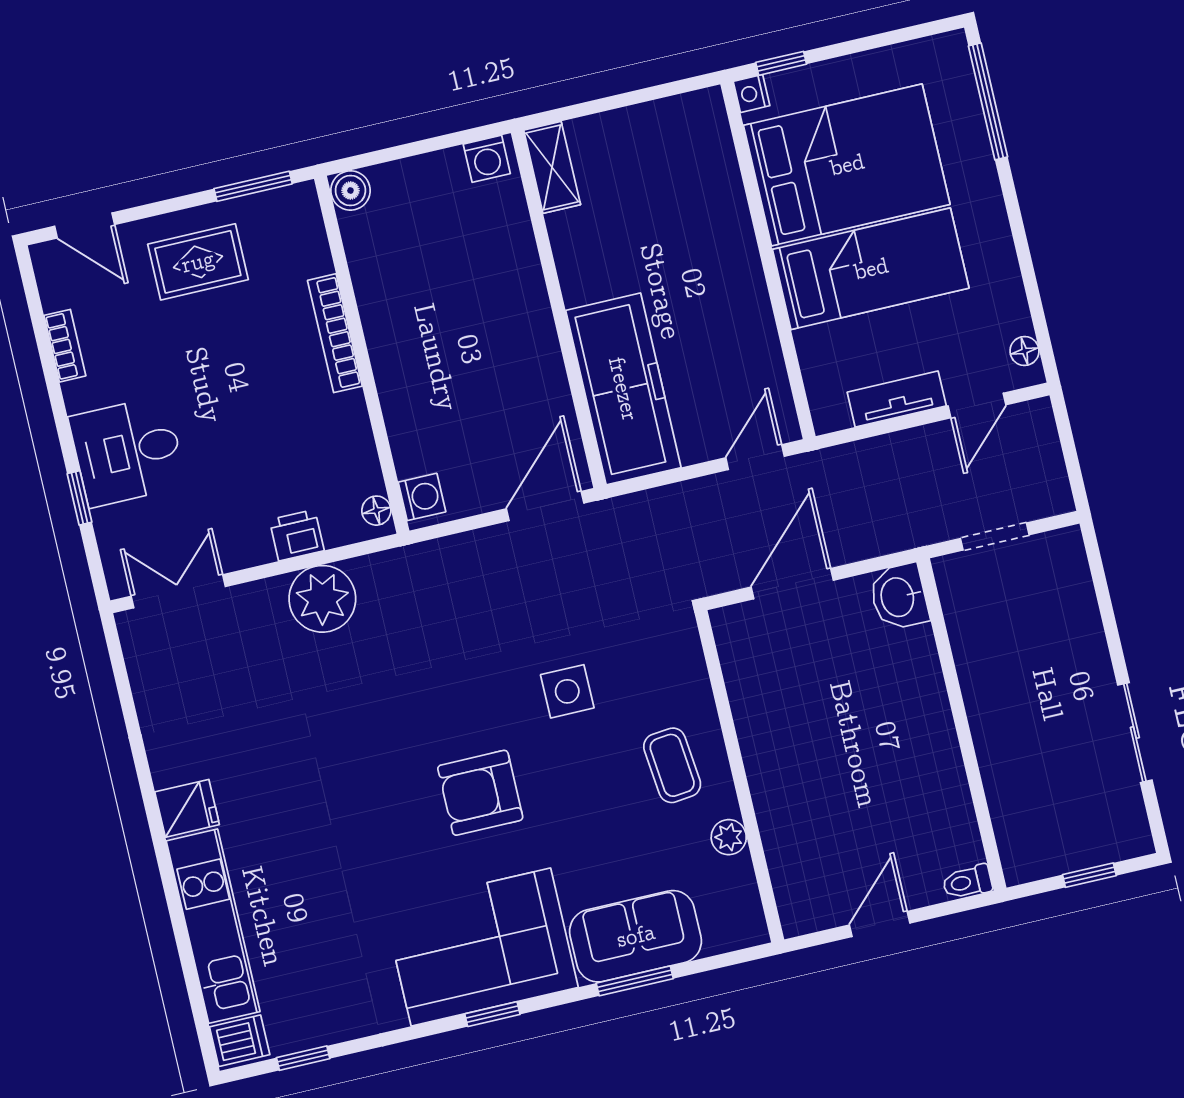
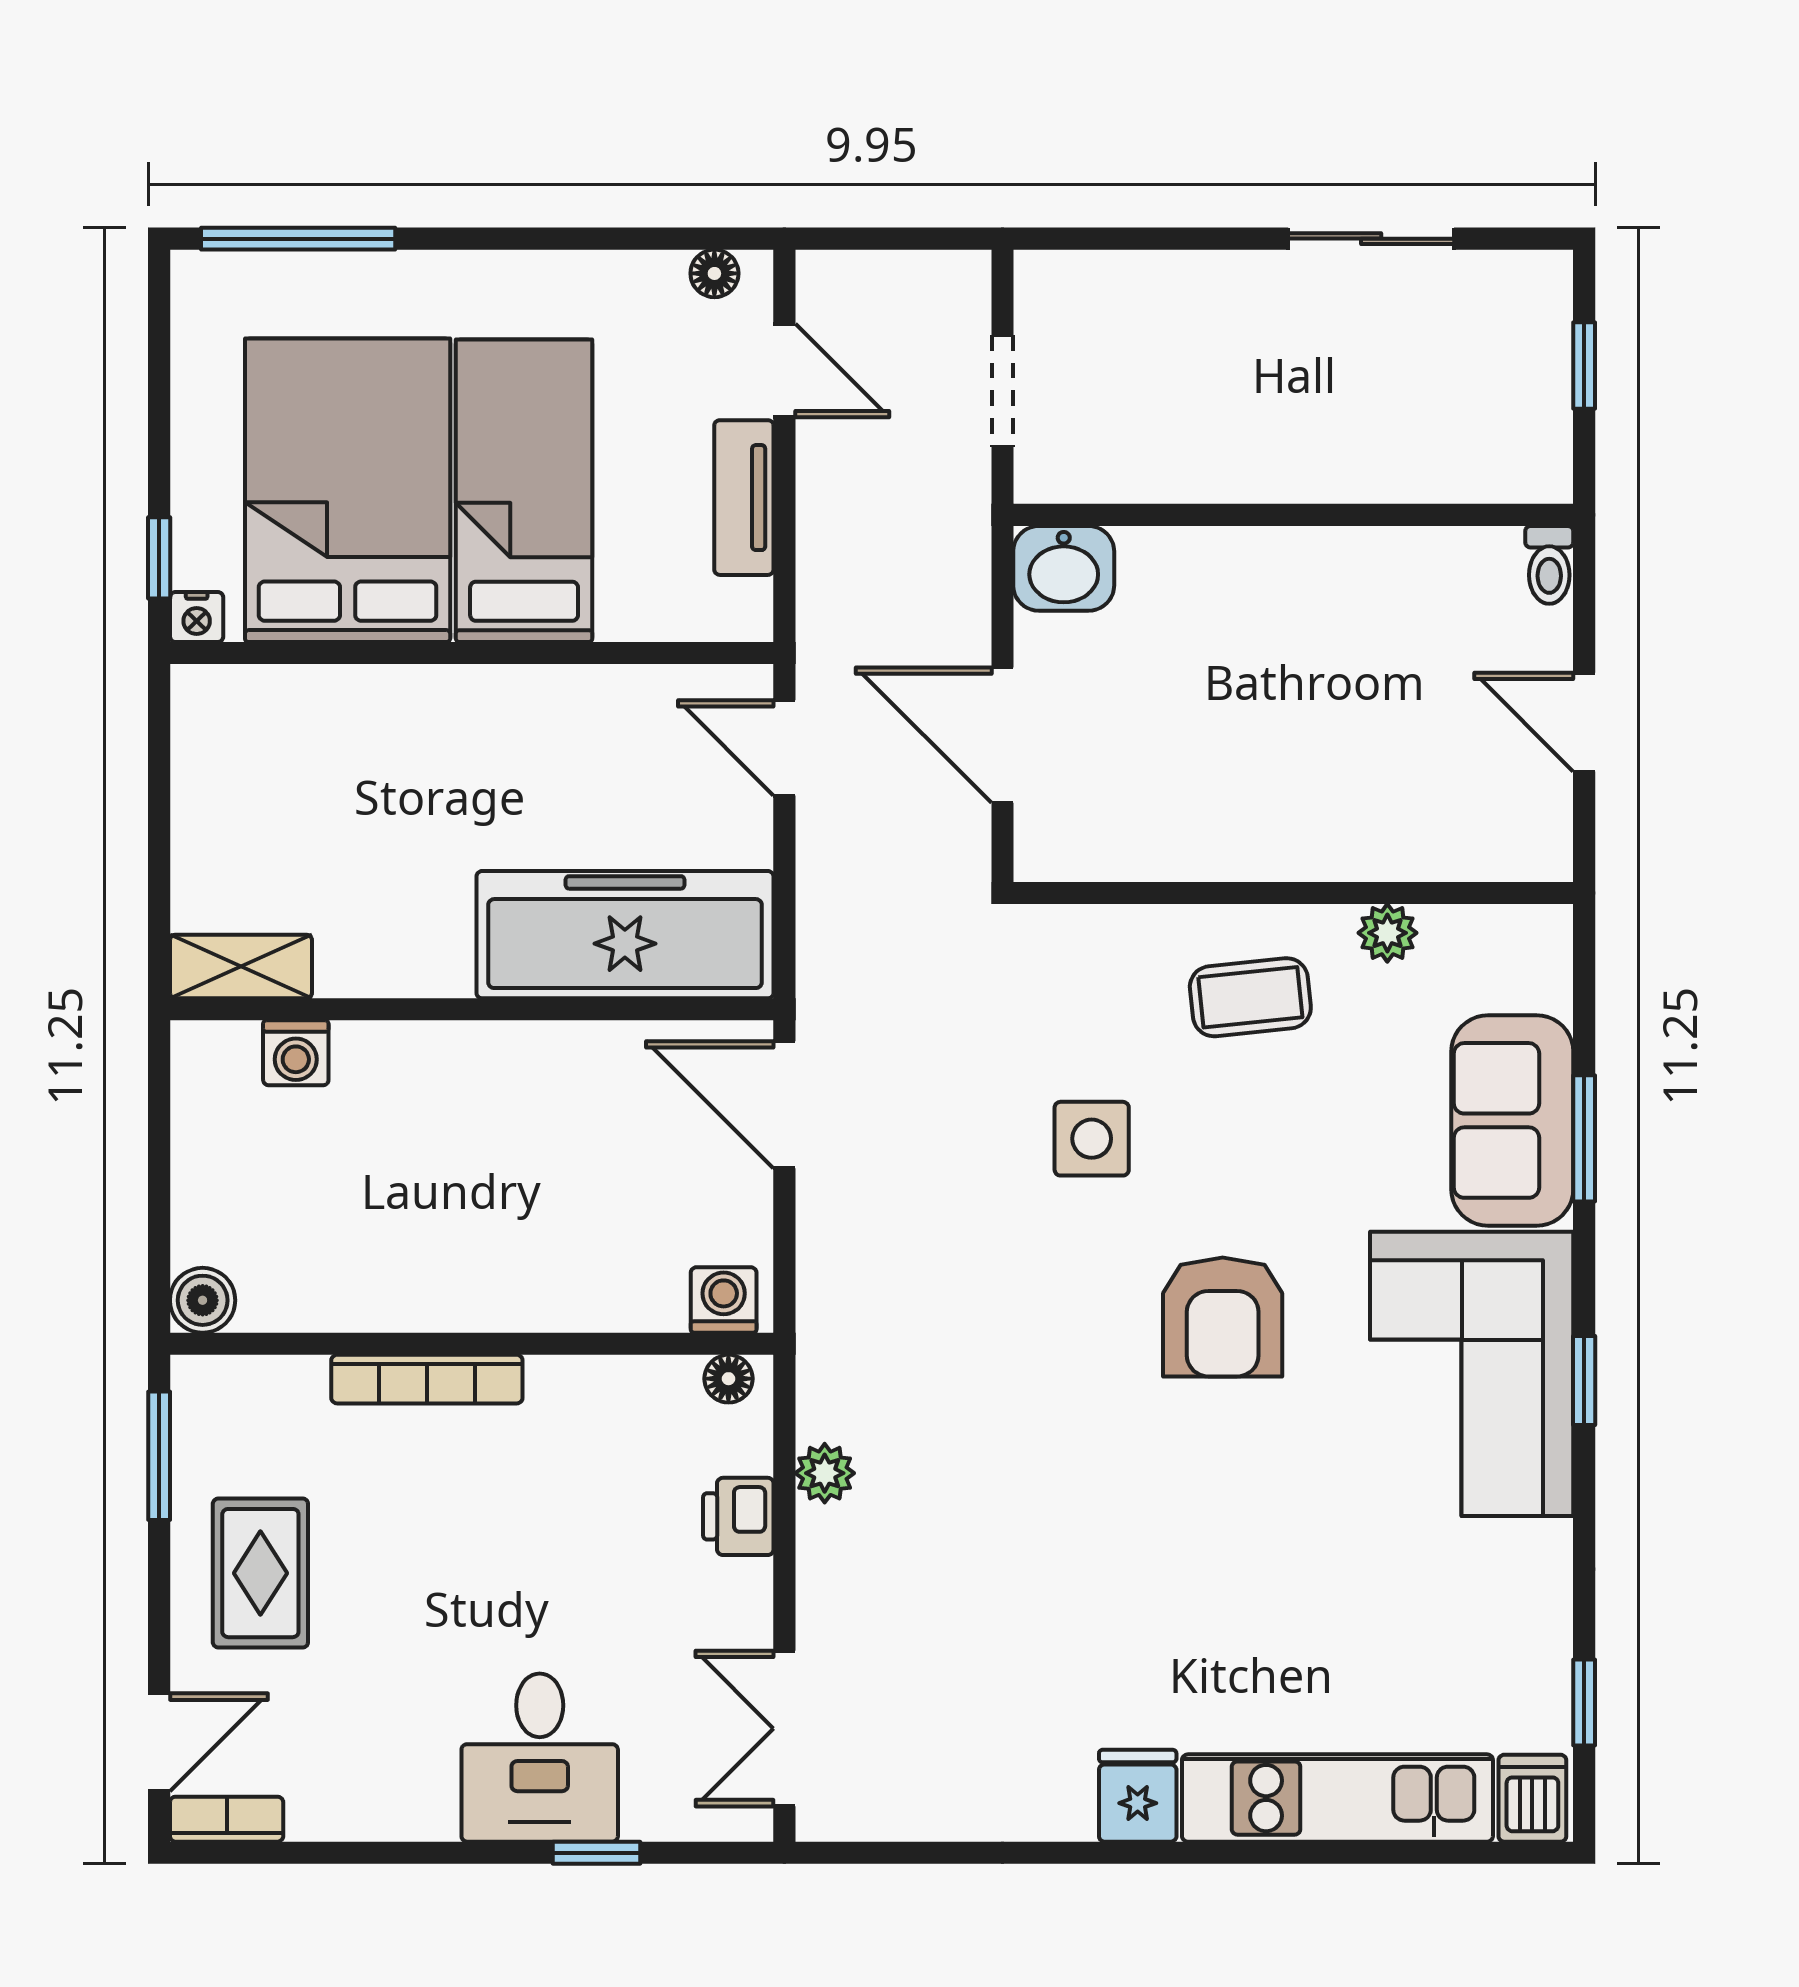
washing machine: (487, 159) -> (296, 1053), moved, turned 90
bookcase: (65, 346) -> (227, 1819), moved
plant: (322, 599) -> (825, 1473), width x0.53, depth x0.53

